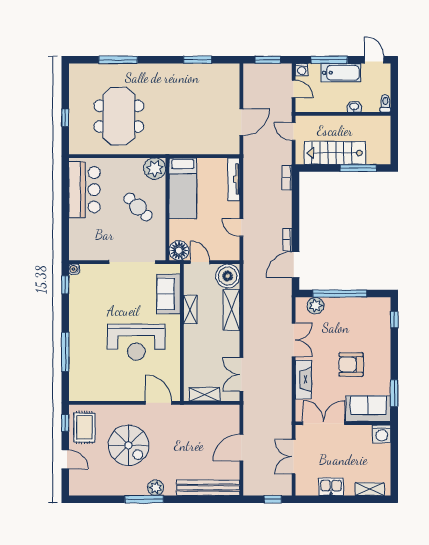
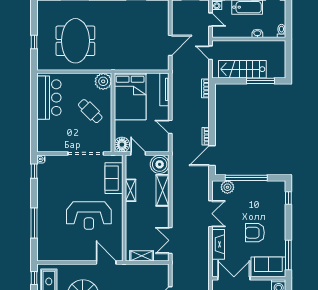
bed: (183, 188) -> (130, 96), width x1.50
window: (394, 393) -> (288, 255), width x1.44

